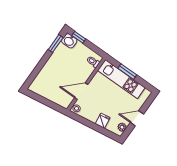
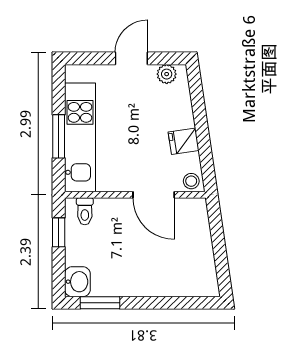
window: (79, 37) -> (59, 232), moved
door: (137, 118) -> (131, 58), swing flipped
fridge: (103, 121) -> (184, 141), moved

